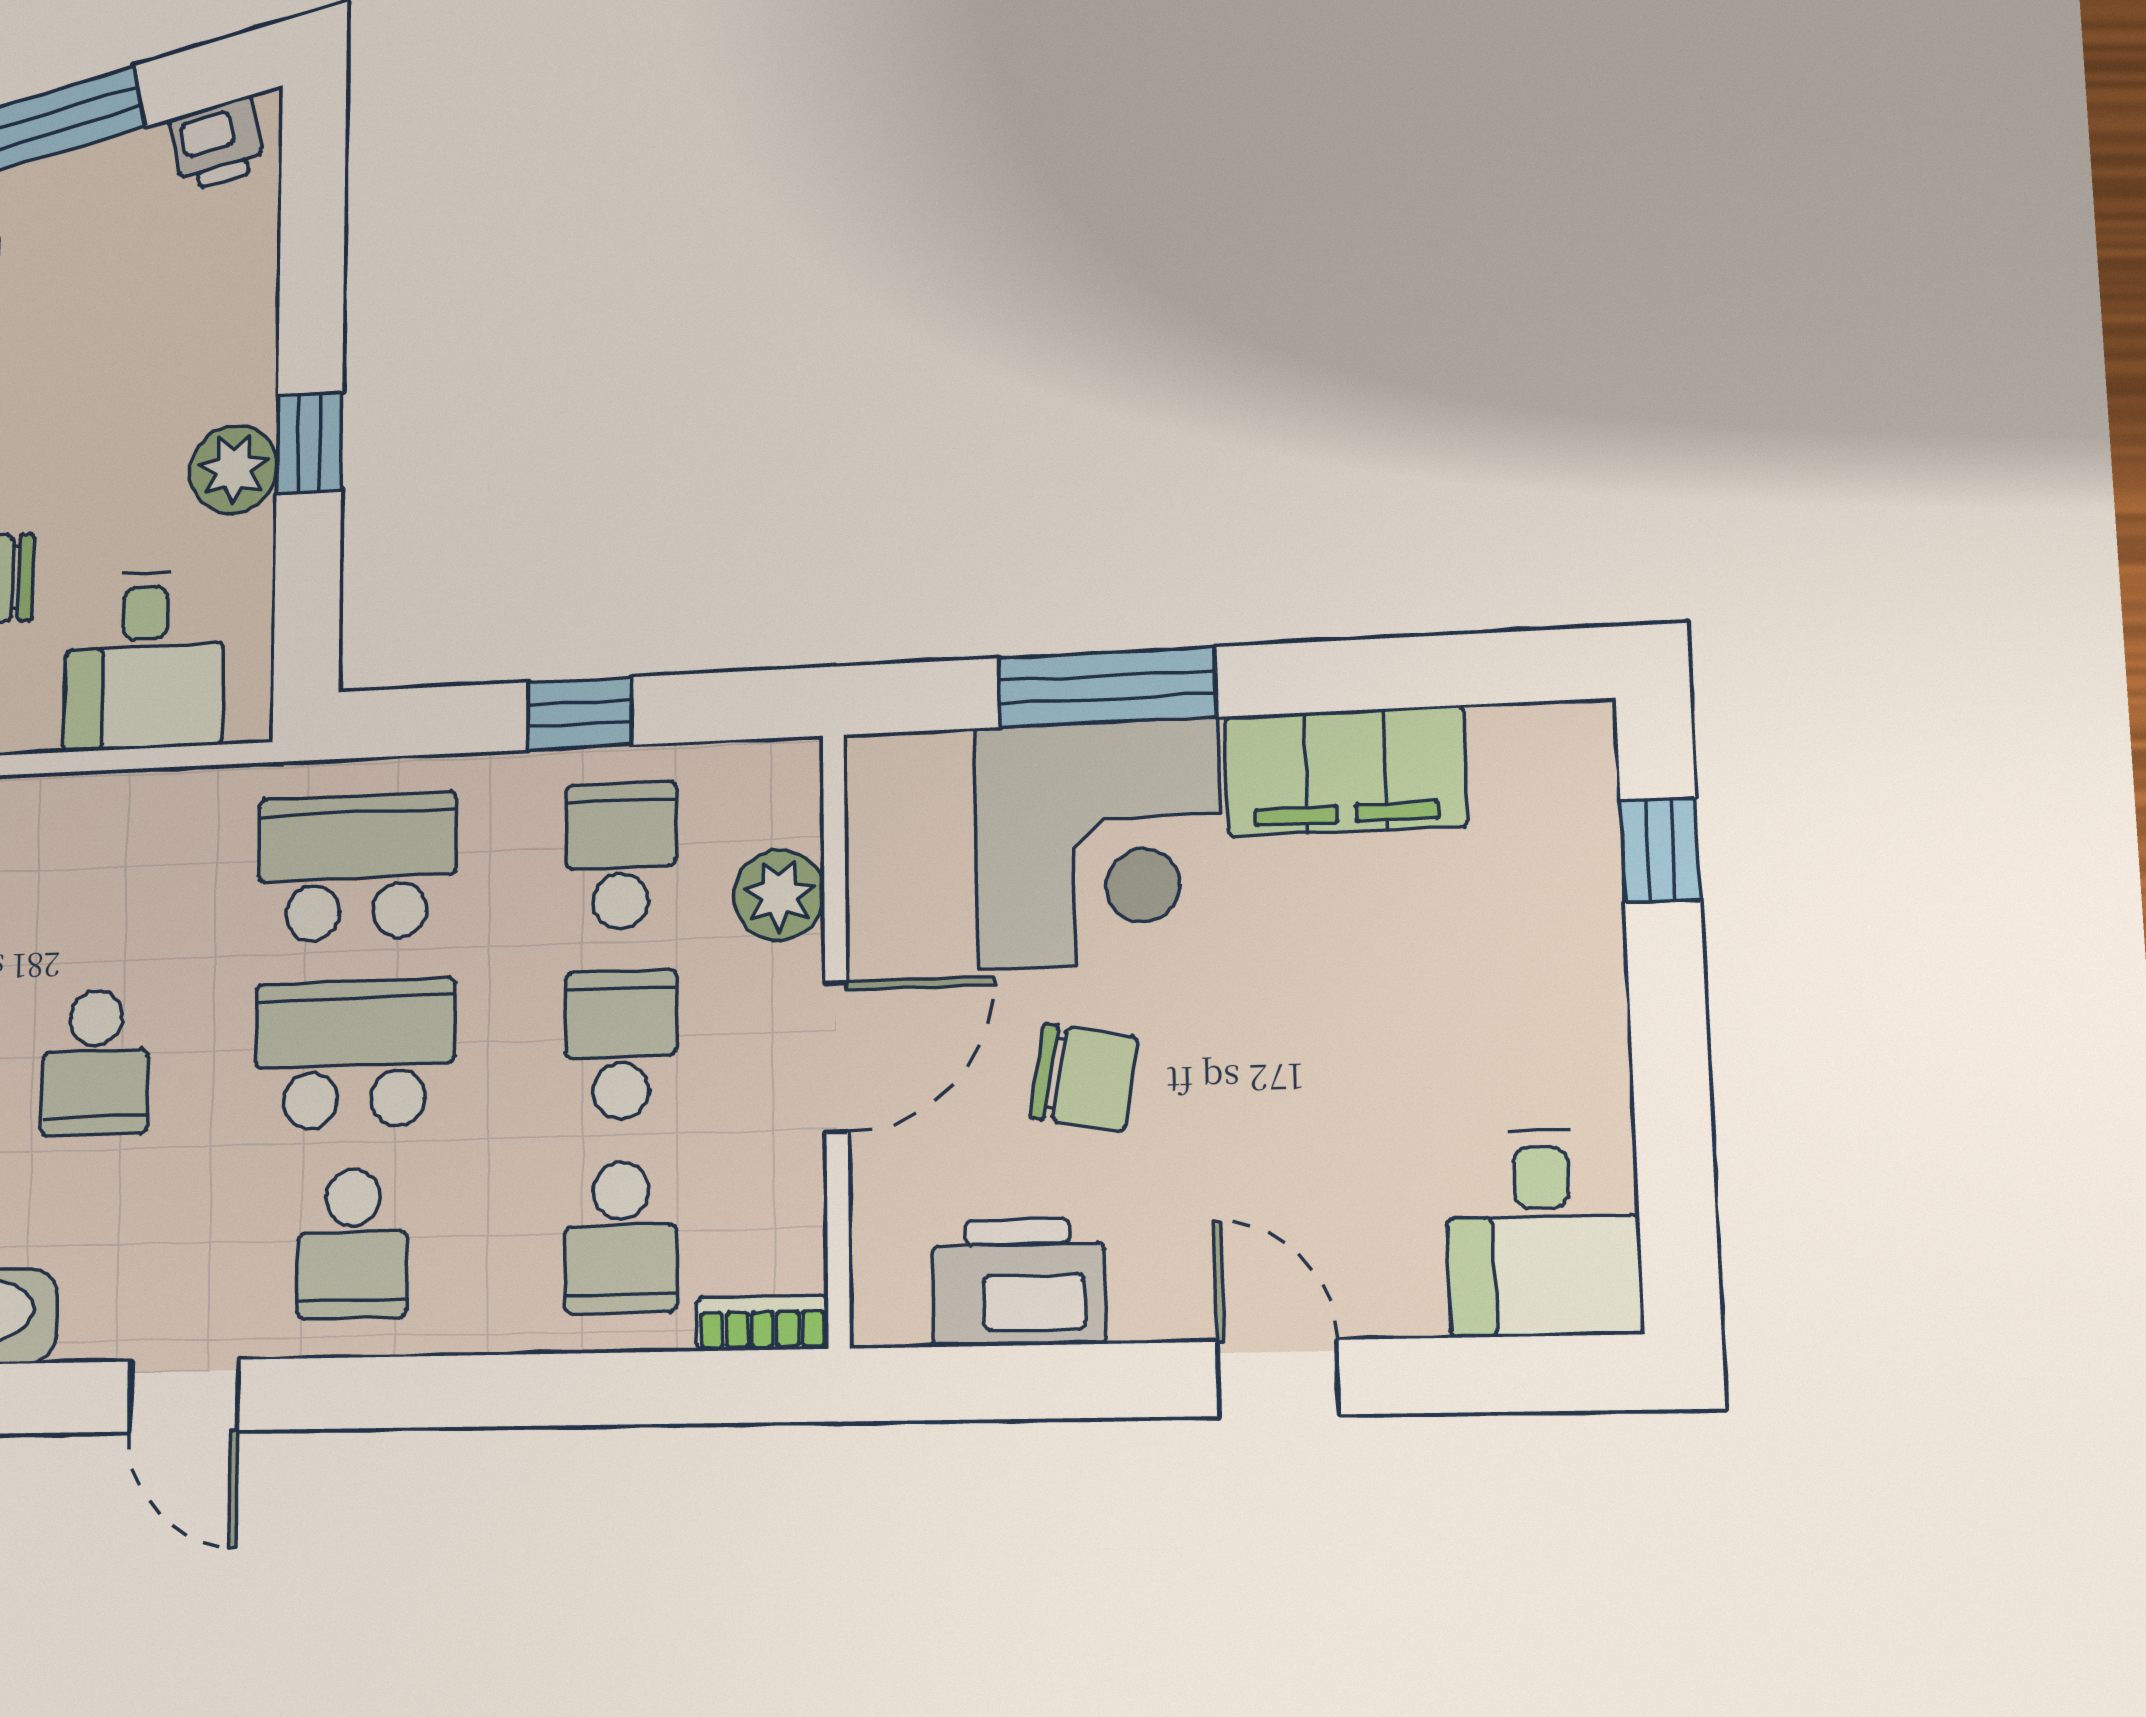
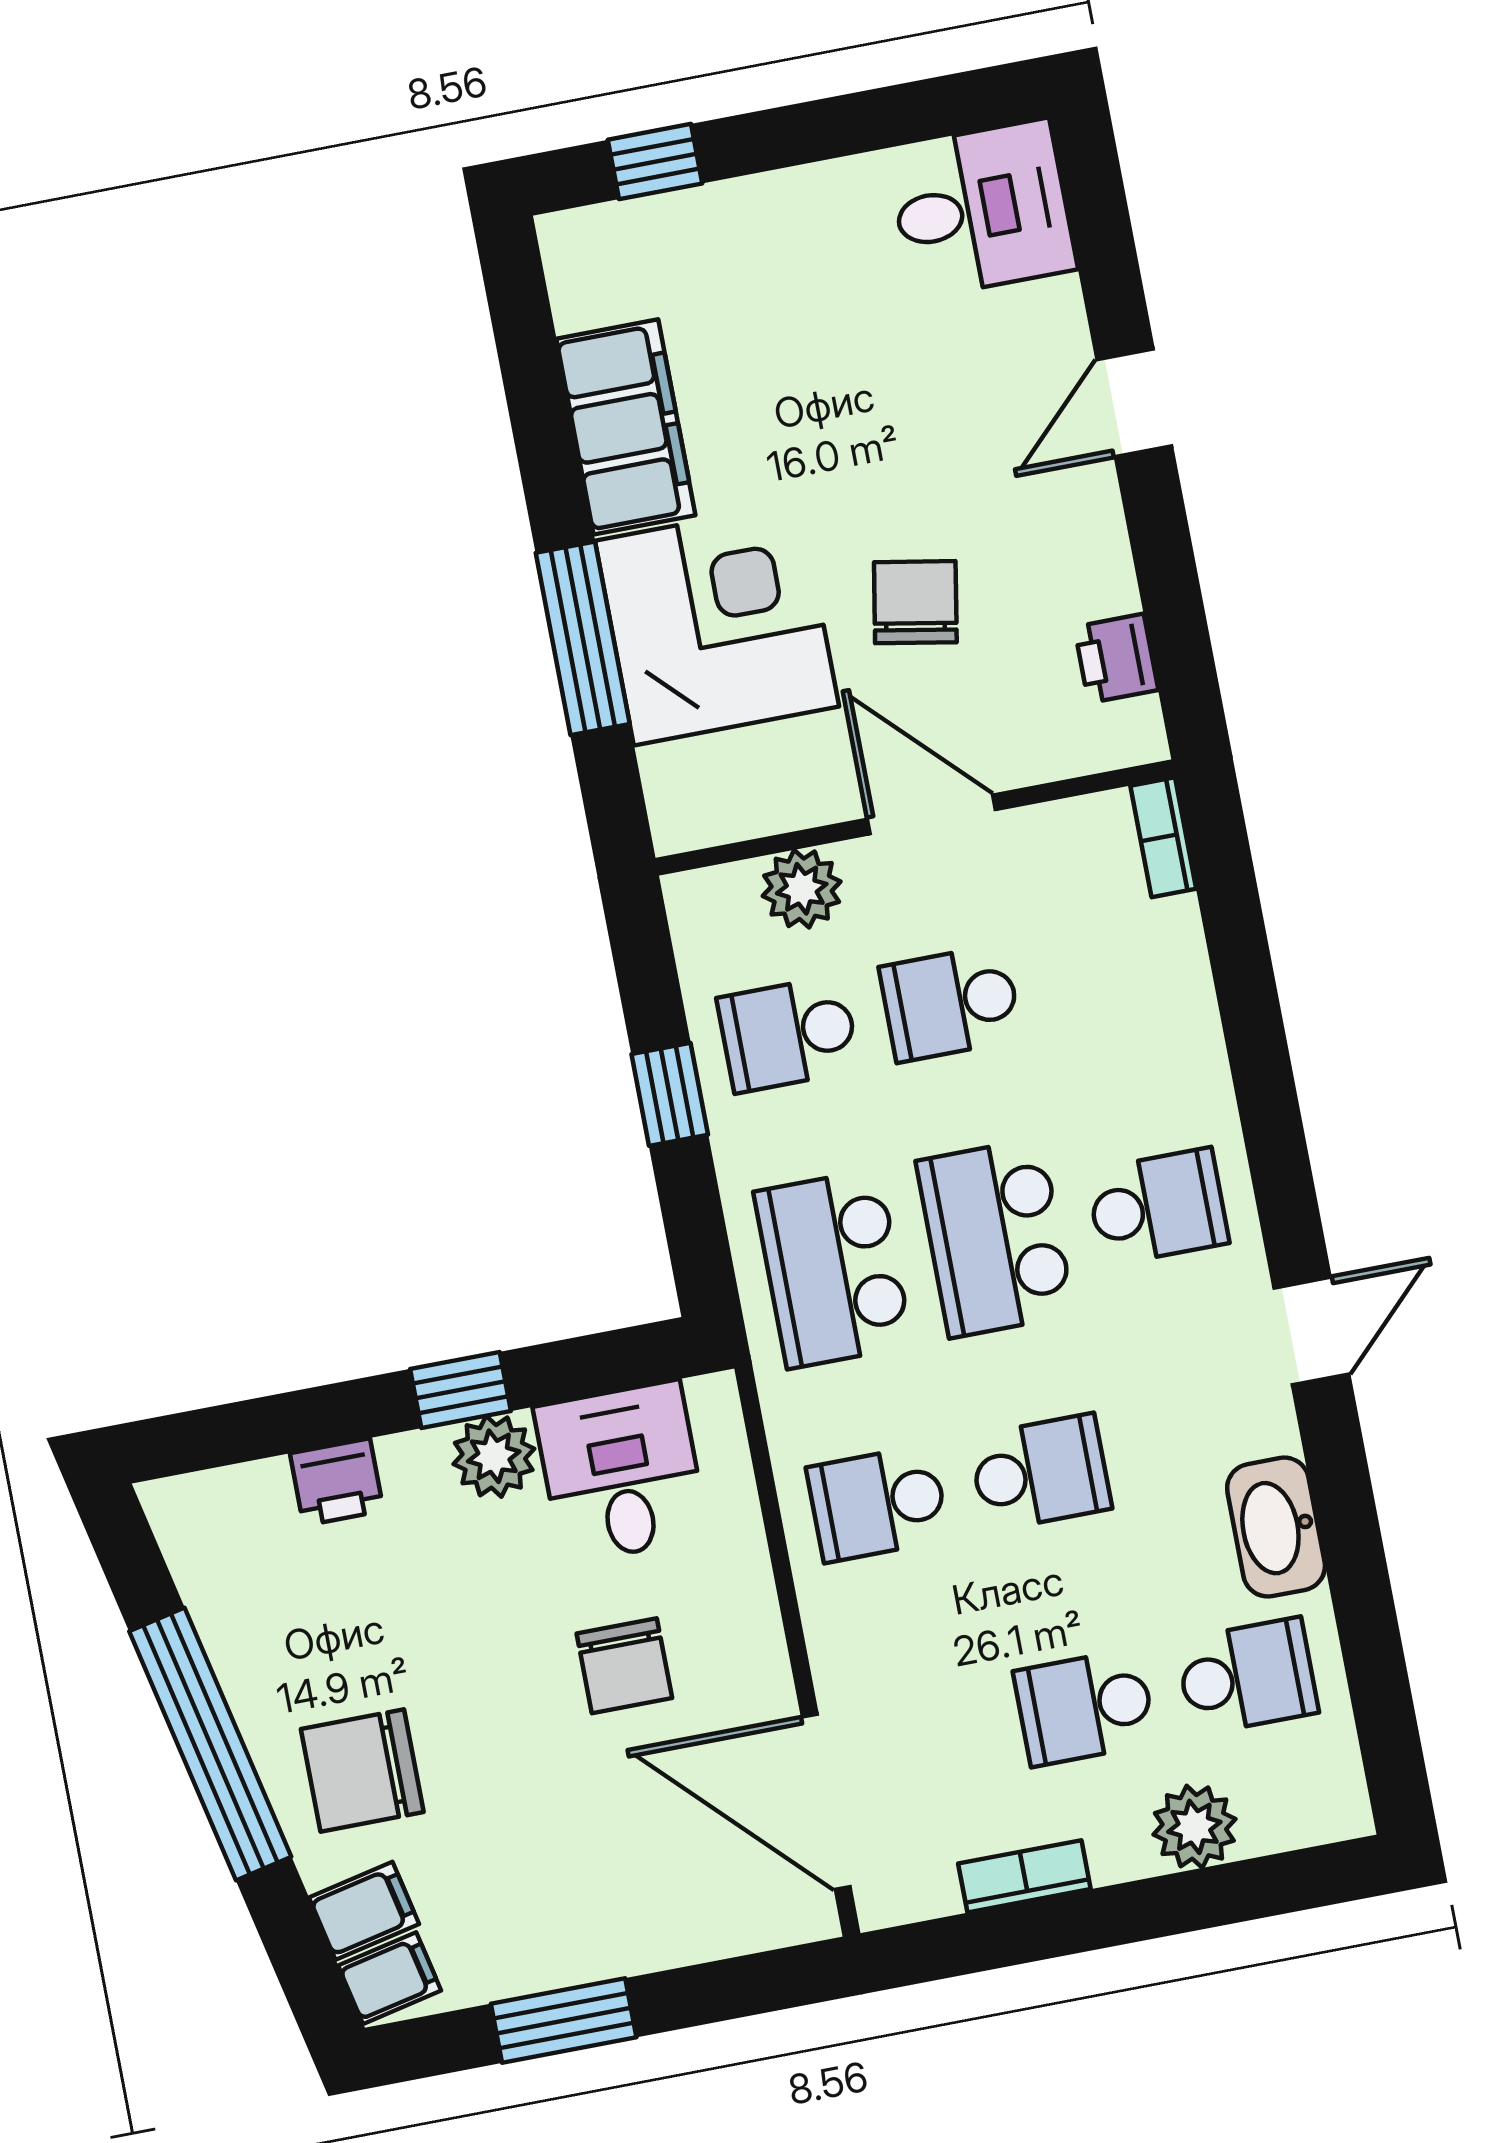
printer: (217, 144) -> (337, 1482), moved, turned 102
desk: (144, 660) -> (621, 1472), moved, turned -90
school desk: (621, 1237) -> (878, 1503), moved, turned 180
printer: (1018, 1282) -> (1116, 658), width x0.53, depth x0.68

